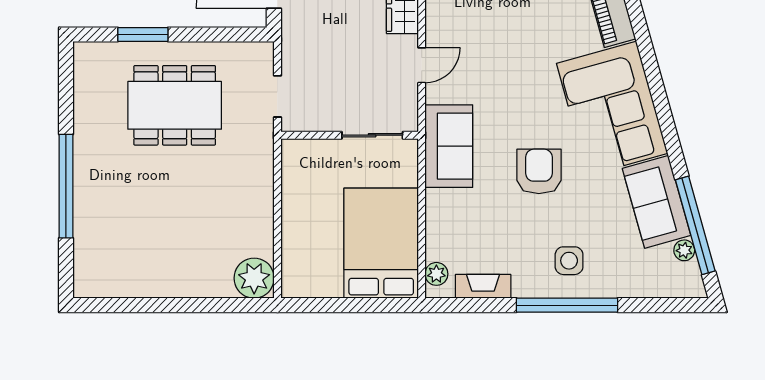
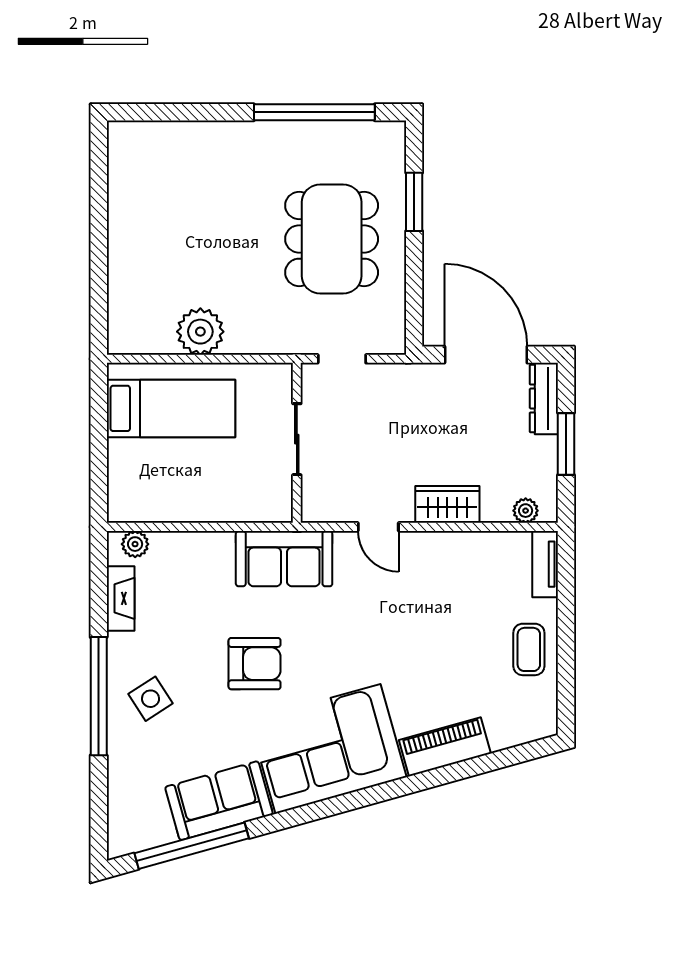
sliding door: (372, 135) -> (297, 439), moved
window: (66, 186) -> (314, 112), moved
bed: (381, 243) -> (171, 408), moved, width x0.67
plant: (684, 250) -> (163, 833), removed
side table: (569, 261) -> (151, 699), turned -33
plant: (254, 278) -> (200, 332), moved

